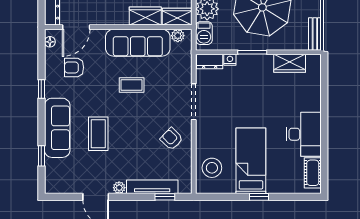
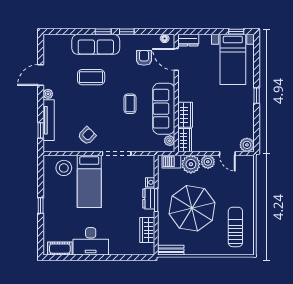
dresser: (210, 62) -> (149, 199), moved
window: (41, 156) -> (103, 32), moved
bed: (251, 161) -> (89, 181), moved, turned 90

